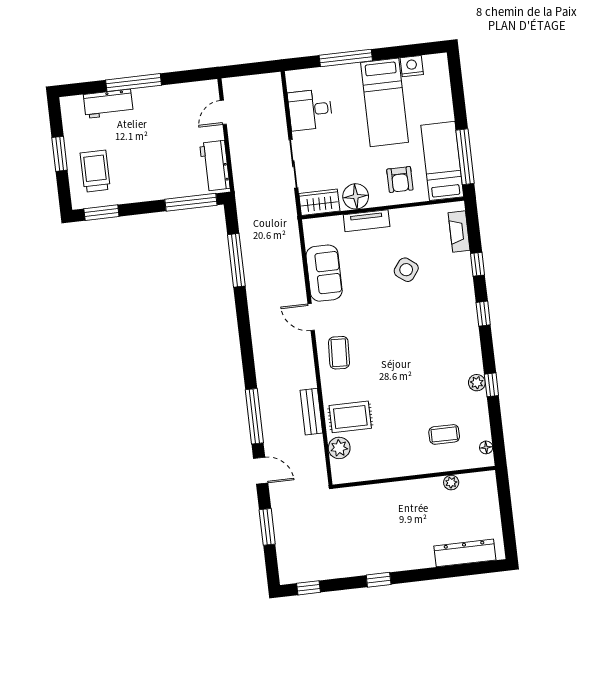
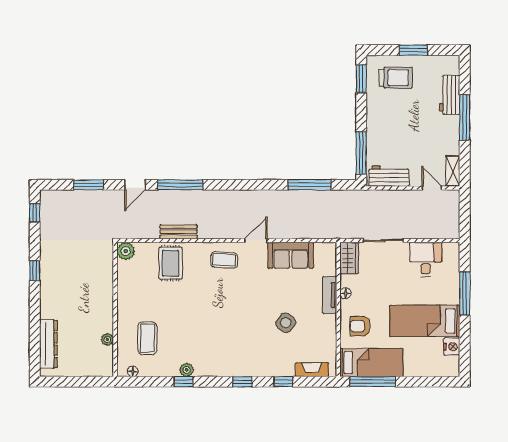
shelving: (200, 89) -> (453, 171), added
floor lamp: (356, 196) -> (346, 293), width x0.53, depth x0.53
coffee table: (444, 434) -> (147, 338), width x1.36, depth x1.30
plant: (339, 448) -> (126, 251), moved

